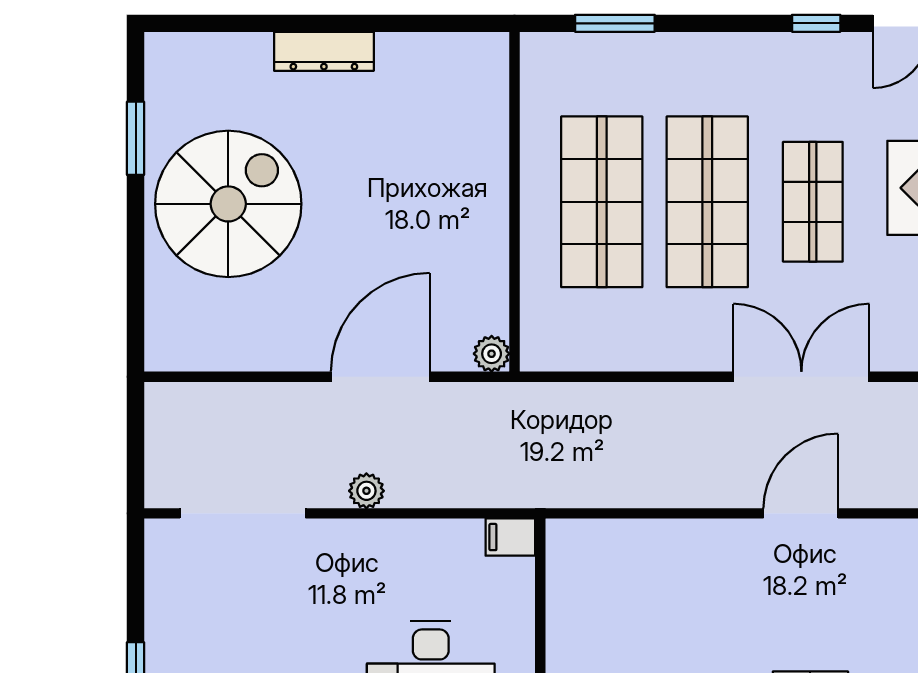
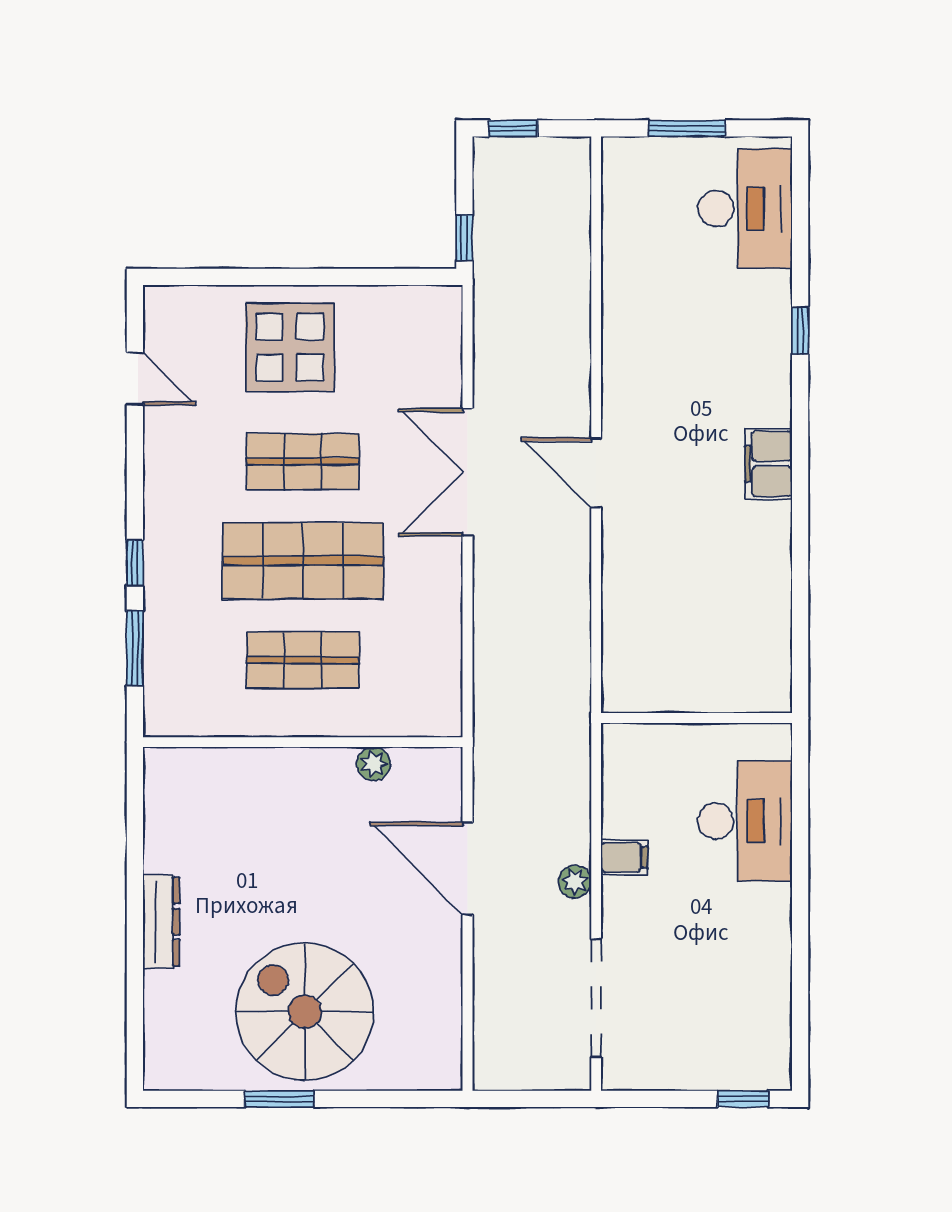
window: (816, 23) -> (135, 563), moved
window: (136, 138) -> (279, 1099), moved
shop shelf: (602, 202) -> (303, 660), width x0.70, depth x0.74
plant: (492, 354) -> (373, 764), moved
filing cabinet: (510, 537) -> (624, 857), moved, turned -90

